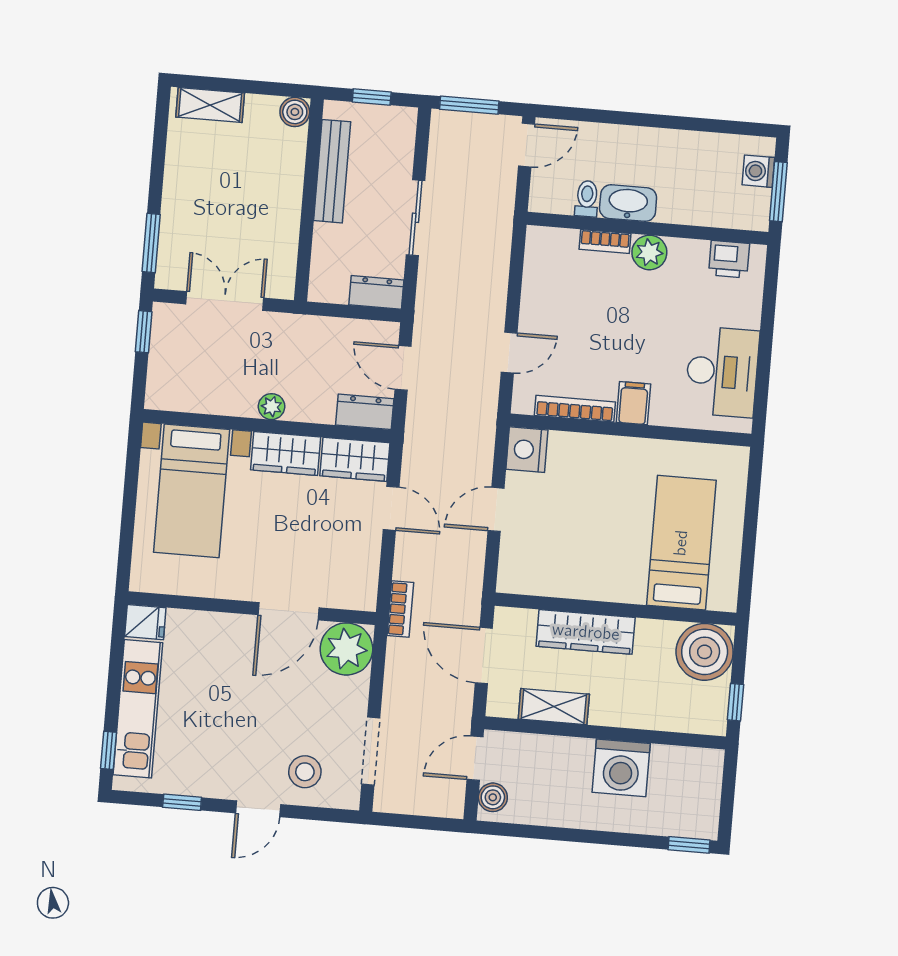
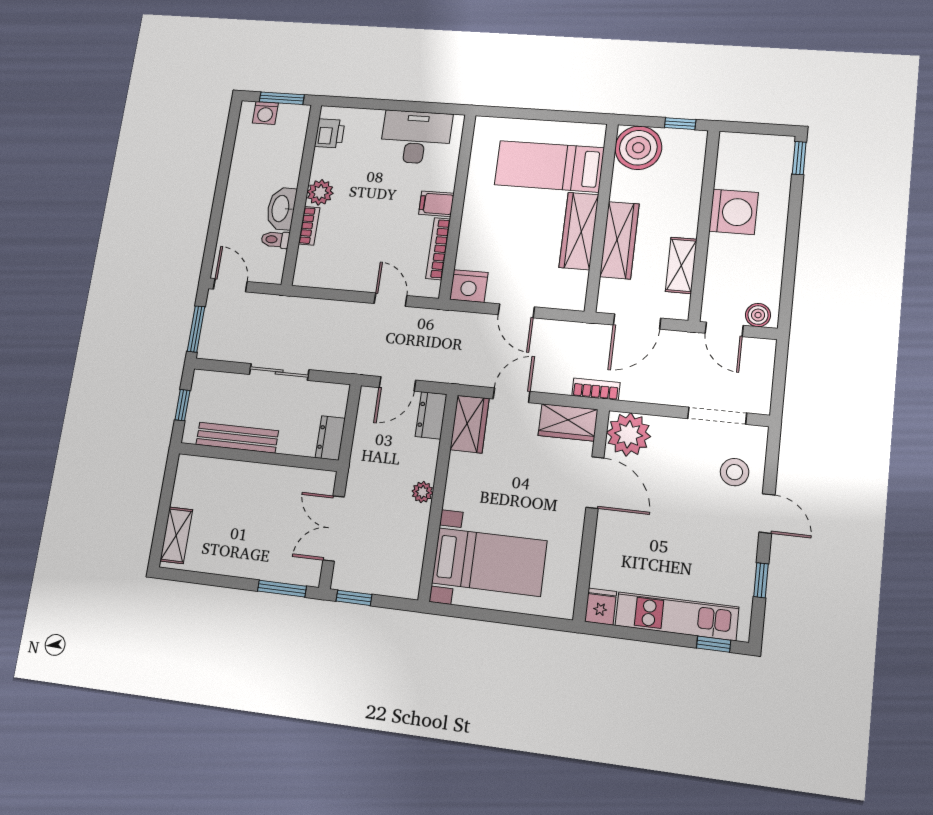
boiler: (295, 112) -> (188, 467), removed
dresser: (376, 292) -> (330, 438), moved
wardrobe: (286, 453) -> (568, 422), moved, turned 90
wardrobe: (597, 582) -> (579, 231), added

